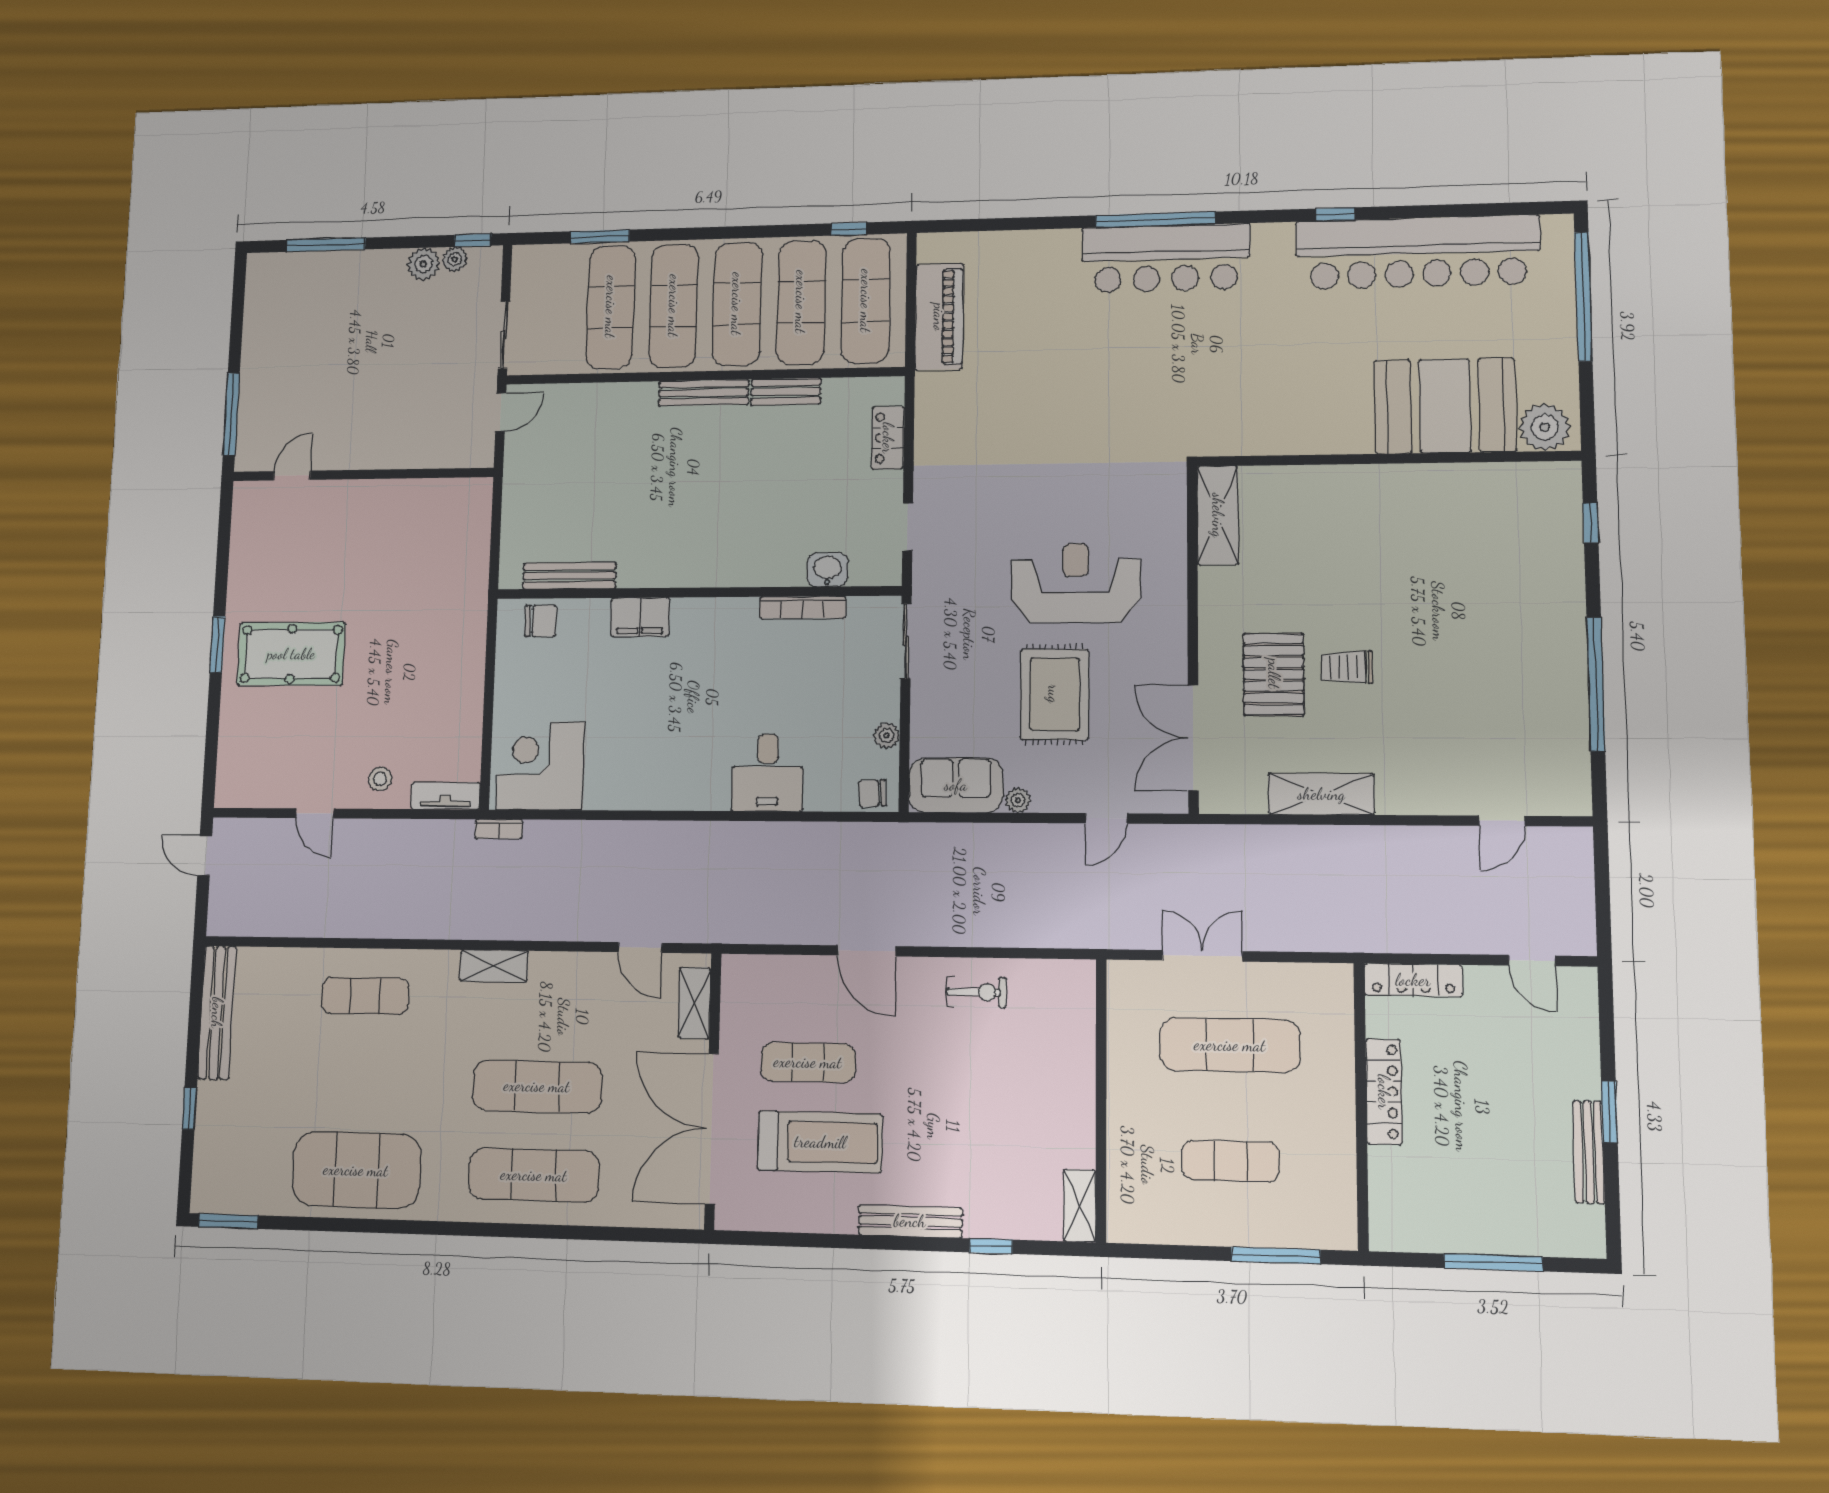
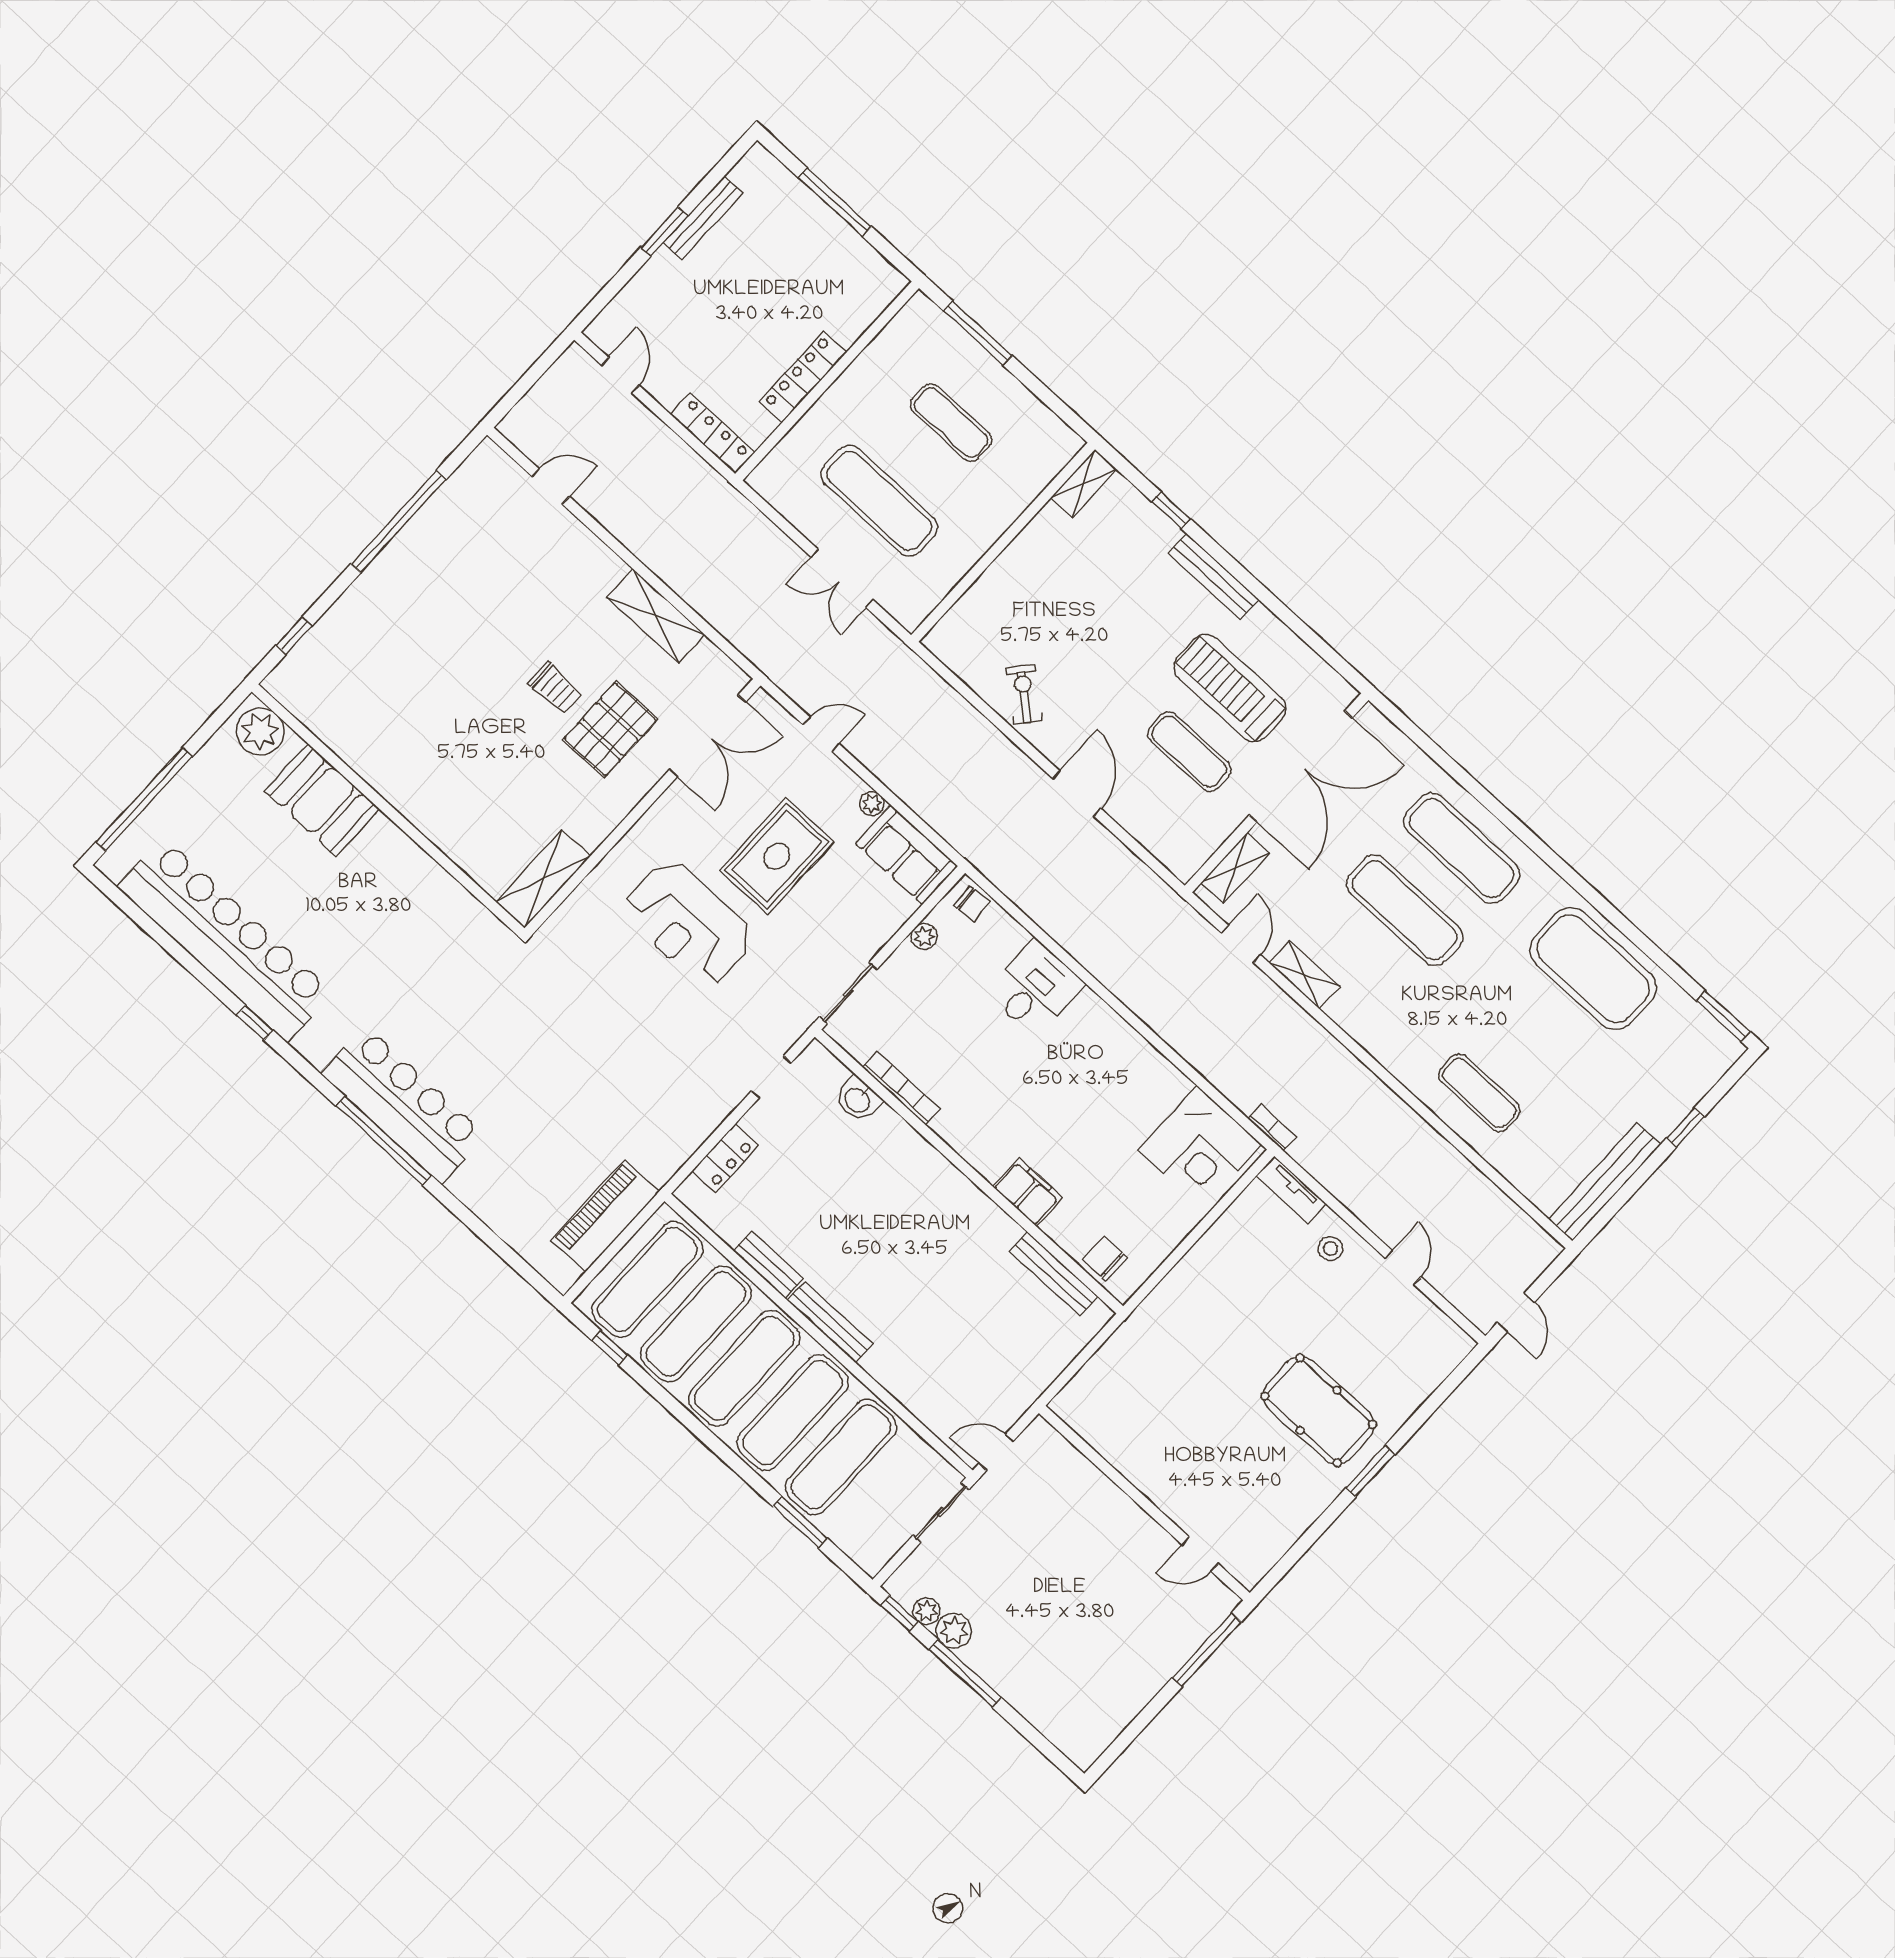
window: (326, 245) -> (965, 1674), moved
booth: (1445, 406) -> (322, 800), width x0.73, depth x0.70
shelving: (494, 966) -> (1304, 975), moved
exercise bike: (976, 992) -> (1024, 694), turned 40

